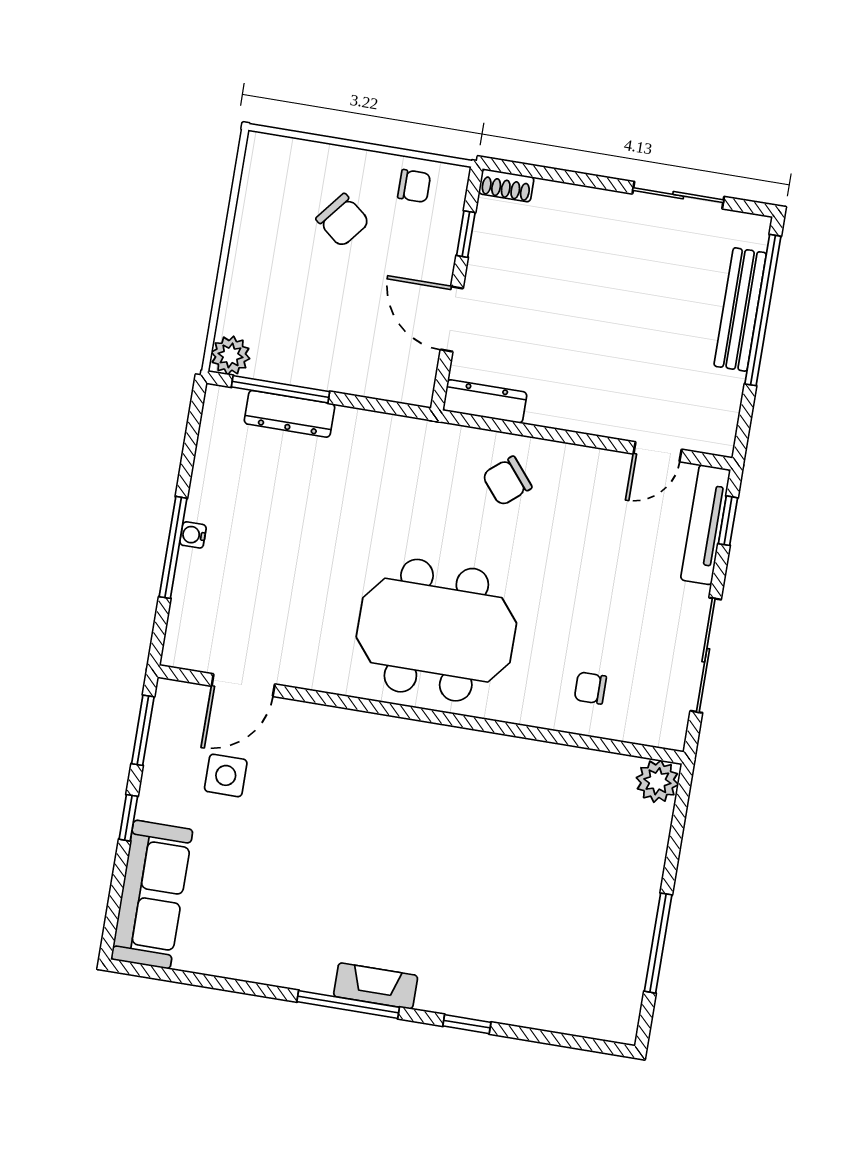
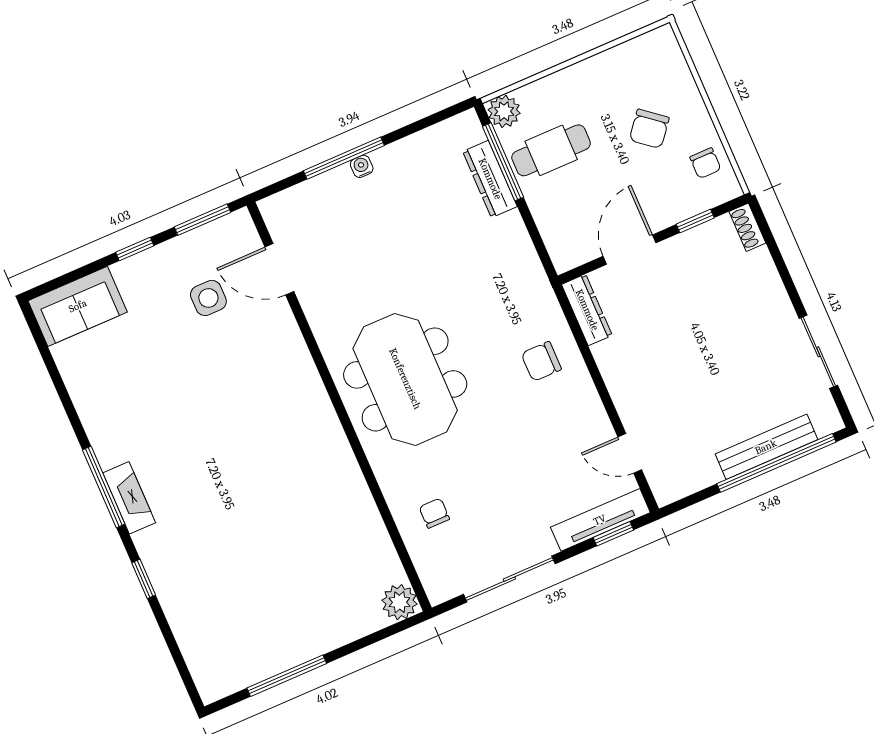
cafe table: (300, 333) -> (551, 150), added
chair: (507, 481) -> (541, 361), turned -50
sofa: (152, 894) -> (78, 306), width x0.73

